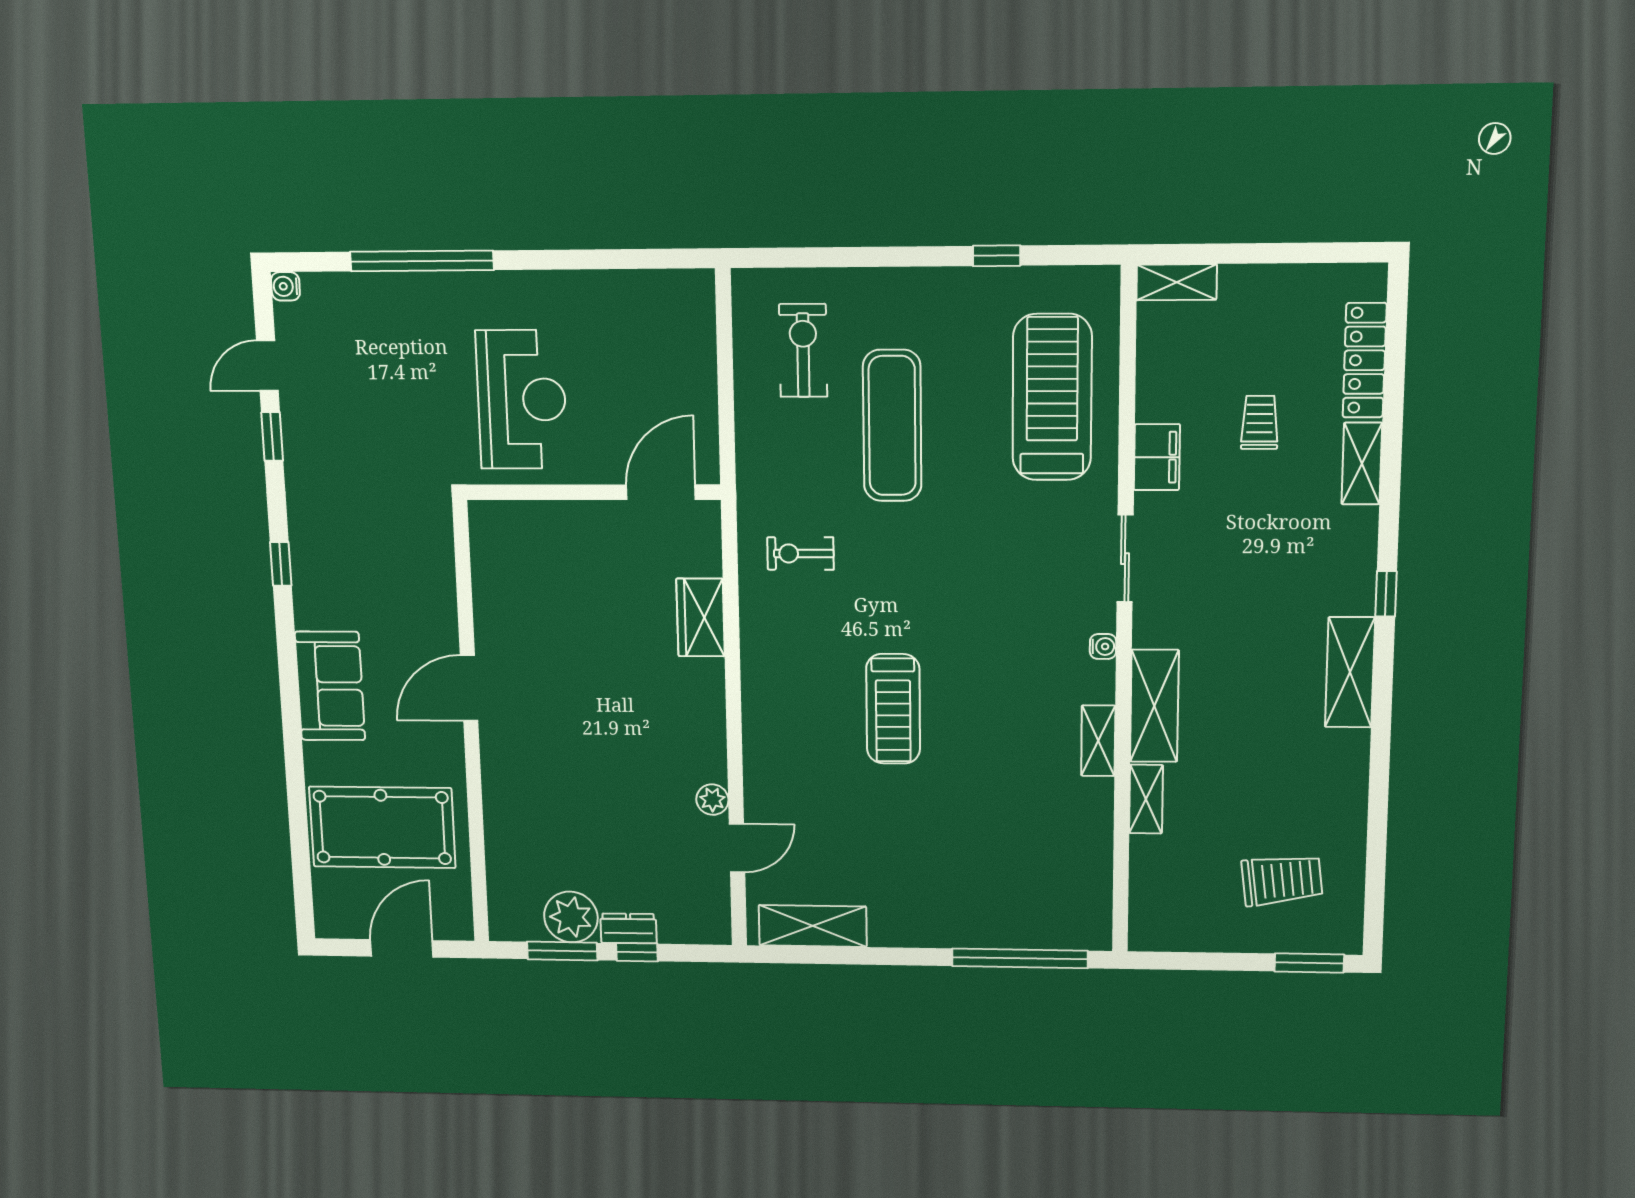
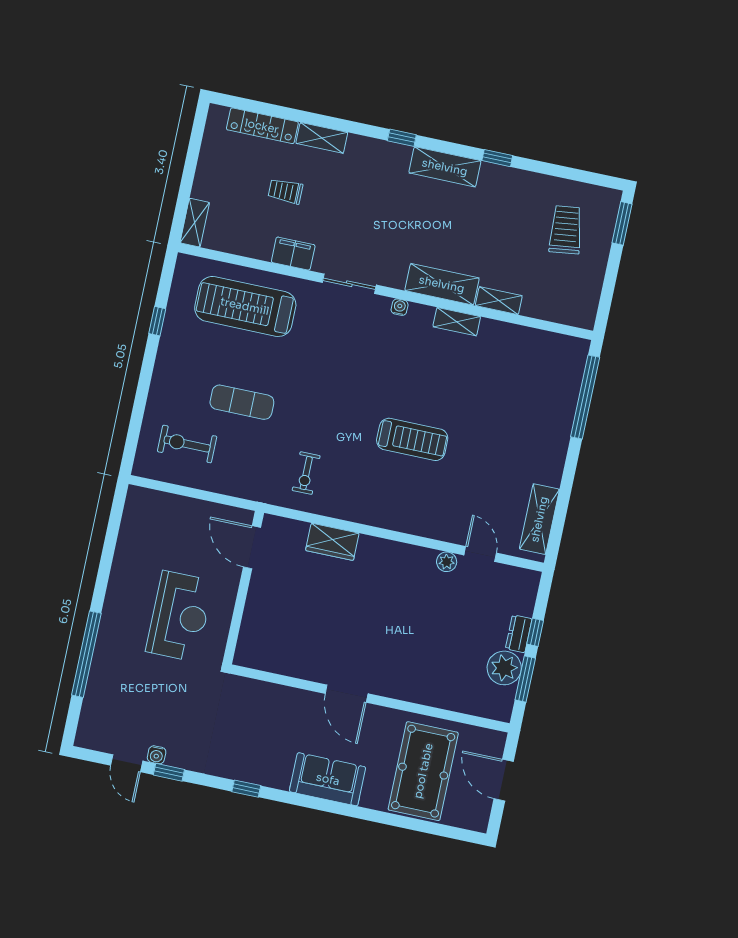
water cooler: (285, 286) -> (157, 755), moved
reception desk: (522, 400) -> (180, 616), turned 90
exercise mat: (892, 426) -> (242, 402), width x0.73, depth x0.69
window: (1380, 752) -> (497, 158), added

